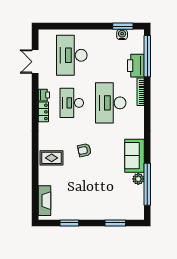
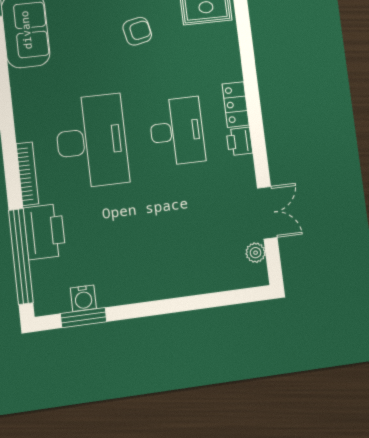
plant: (43, 44) -> (256, 253), added
desk: (72, 55) -> (190, 237), removed

